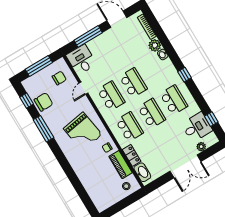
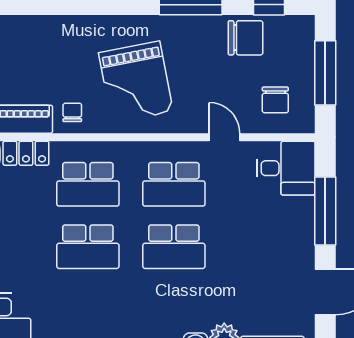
school desk: (174, 100) -> (88, 309), removed
chair: (43, 102) -> (245, 38), turned -90
grand piano: (83, 132) -> (136, 82), turned -92

